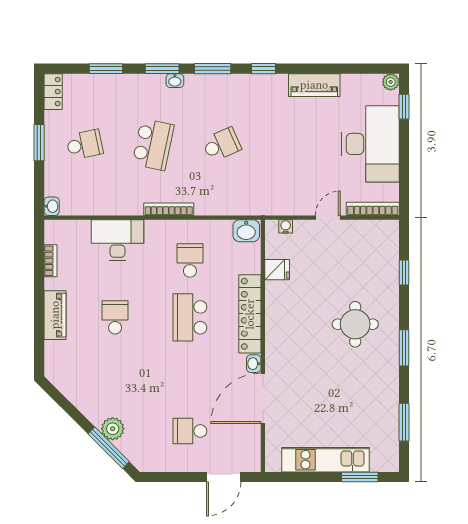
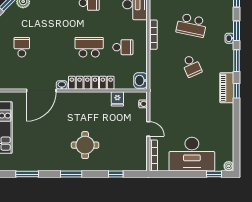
piano: (314, 85) -> (227, 88), moved
door: (263, 398) -> (41, 90), swing flipped

